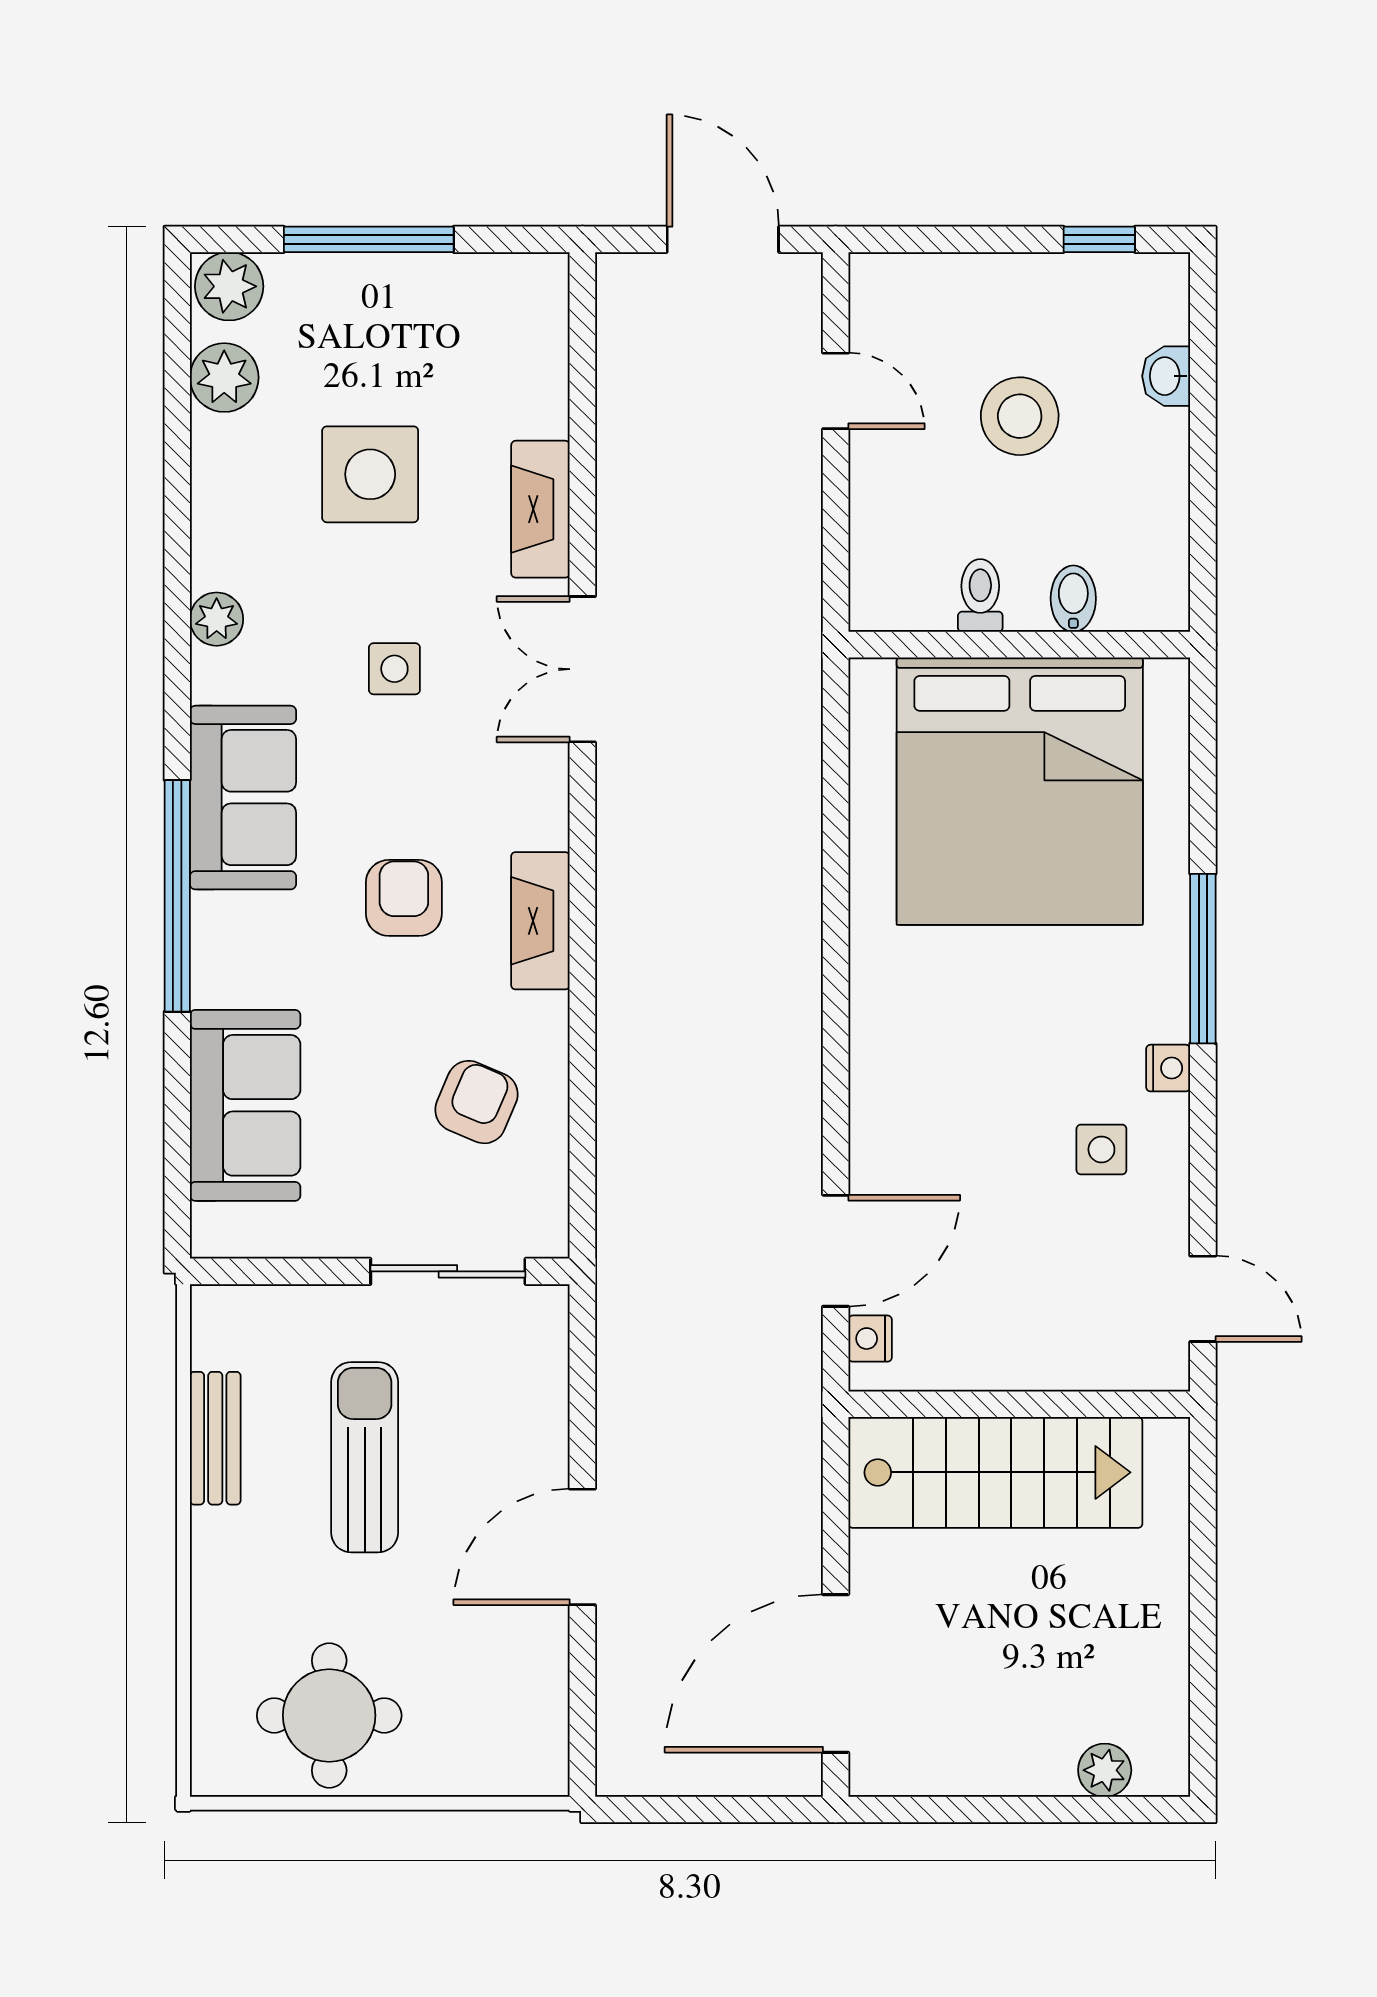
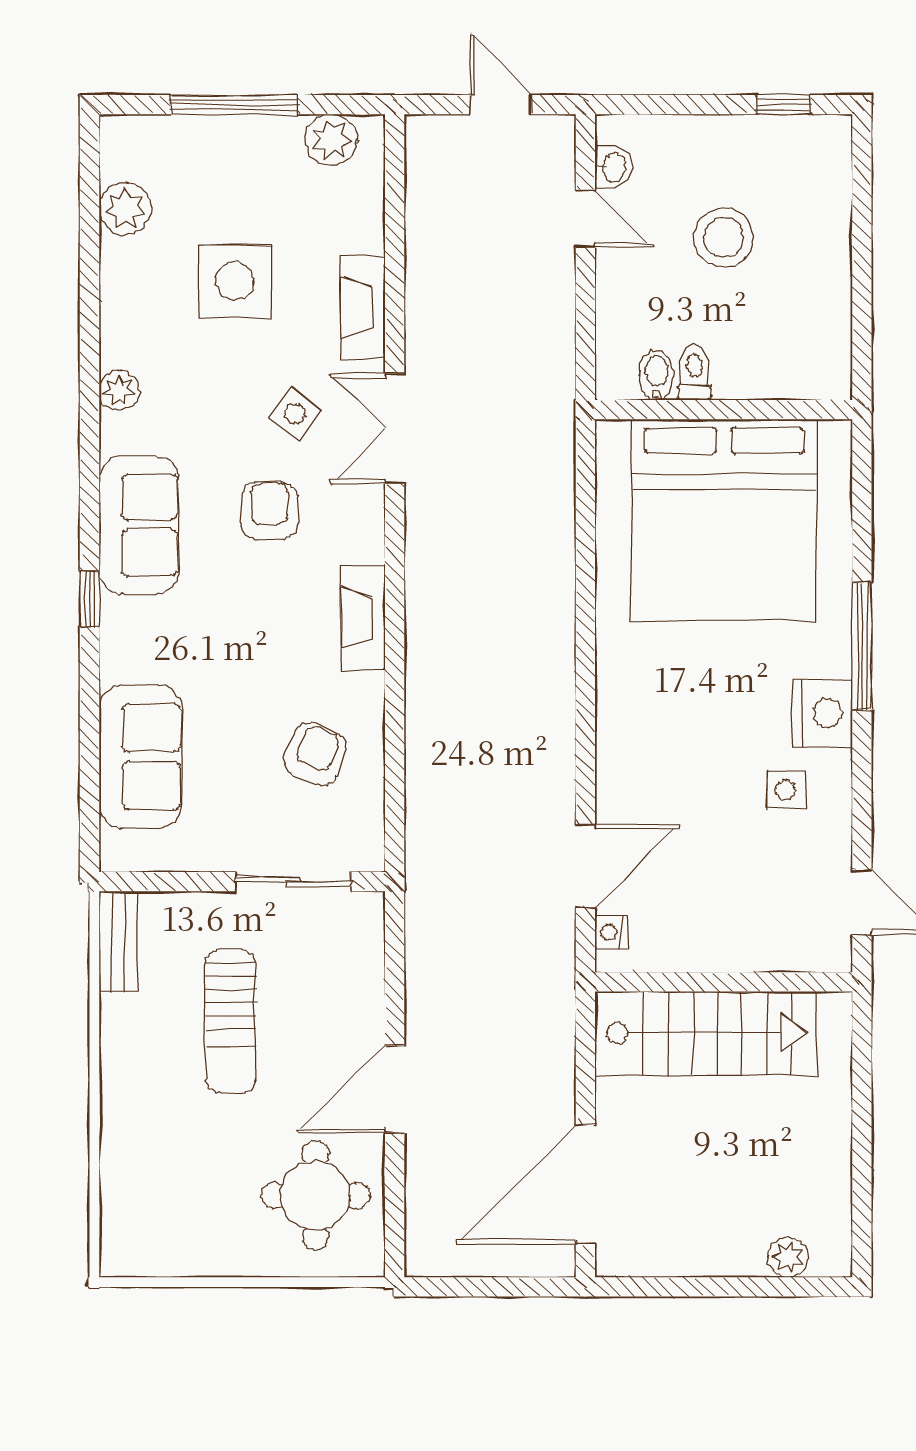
door: (723, 239) -> (500, 105), width x0.73
plant: (229, 286) -> (331, 140), moved
washbasin: (1166, 376) -> (613, 167), moved, turned 180
bidet: (1073, 599) -> (657, 375), moved
side table: (394, 669) -> (295, 414), moved, turned 38
window: (177, 896) -> (90, 599), width x0.32
armchair: (404, 898) -> (269, 511), moved
nightstand: (1168, 1068) -> (823, 713), width x1.89, depth x1.79
bench: (215, 1438) -> (118, 941), moved
sun lounger: (365, 1457) -> (231, 1022), turned 180
round table: (329, 1715) -> (315, 1195), moved

